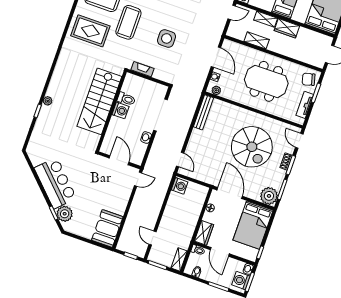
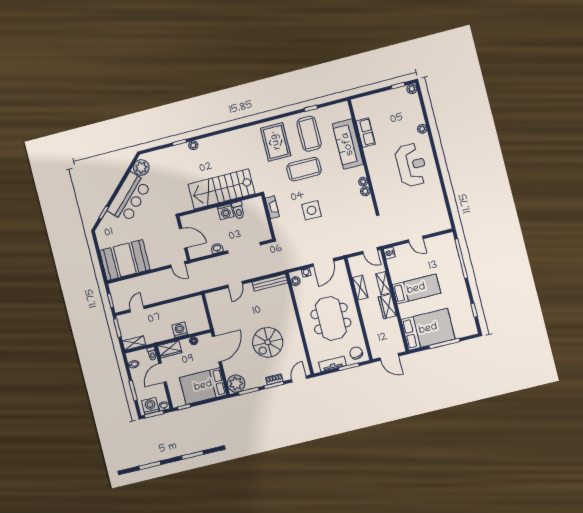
spiral stairs: (252, 147) -> (268, 342), width x0.73, depth x0.73
door: (119, 160) -> (183, 238), hinge flipped
door: (180, 160) -> (235, 284), moved
washing machine: (180, 186) -> (180, 330), moved, turned 180
plant: (65, 214) -> (141, 167), moved
booth: (107, 228) -> (125, 260), width x1.36, depth x1.42

